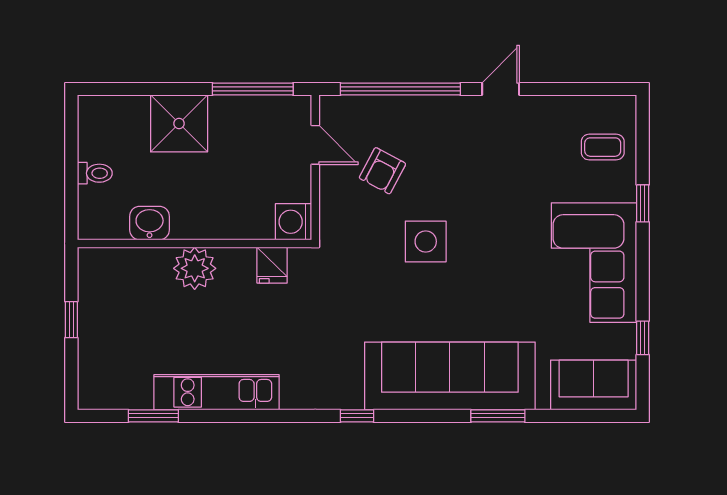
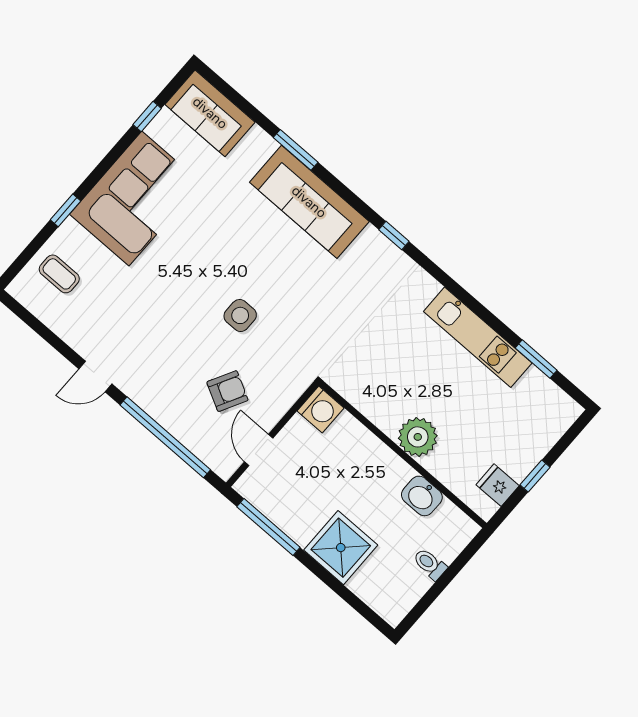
side table: (426, 241) -> (240, 315), width x0.73, depth x0.73
fridge: (272, 265) -> (498, 485), moved, turned -90
sofa: (450, 376) -> (309, 202), width x0.74, depth x0.79

